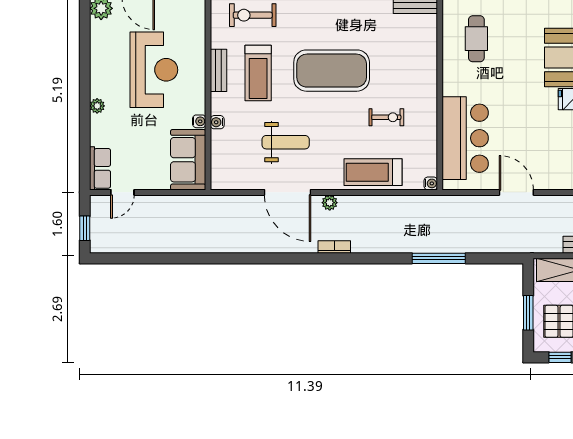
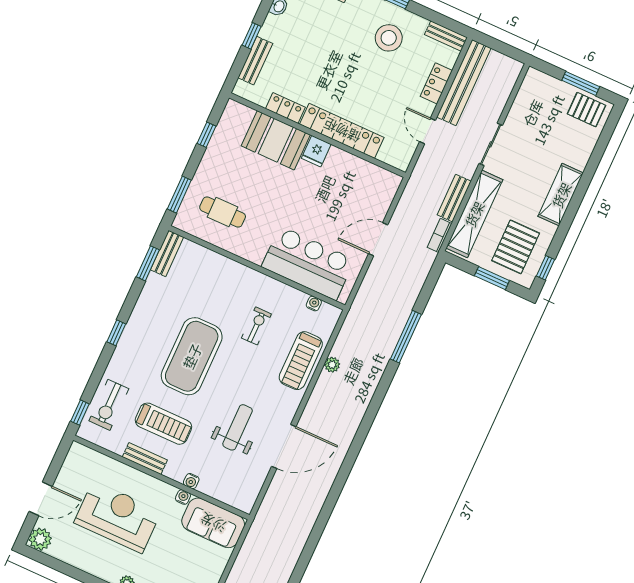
water cooler: (431, 183) -> (314, 304), moved
plant: (330, 203) -> (332, 365), moved
bookcase: (334, 247) -> (440, 235), moved

